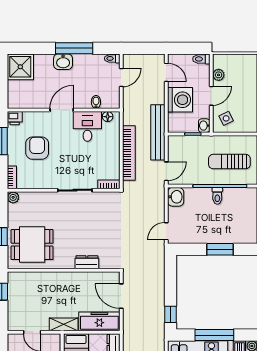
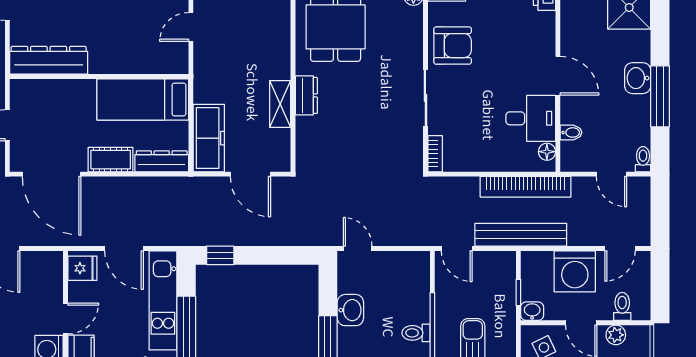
toilet: (201, 59) -> (622, 306), moved
armchair: (37, 148) -> (453, 46), moved
bookcase: (129, 153) -> (526, 187), moved
washbasin: (176, 197) -> (350, 310), moved, turned -90
dresser: (87, 262) -> (306, 95), moved
door: (121, 296) -> (250, 174), swing flipped
shelving: (64, 324) -> (280, 104), moved

